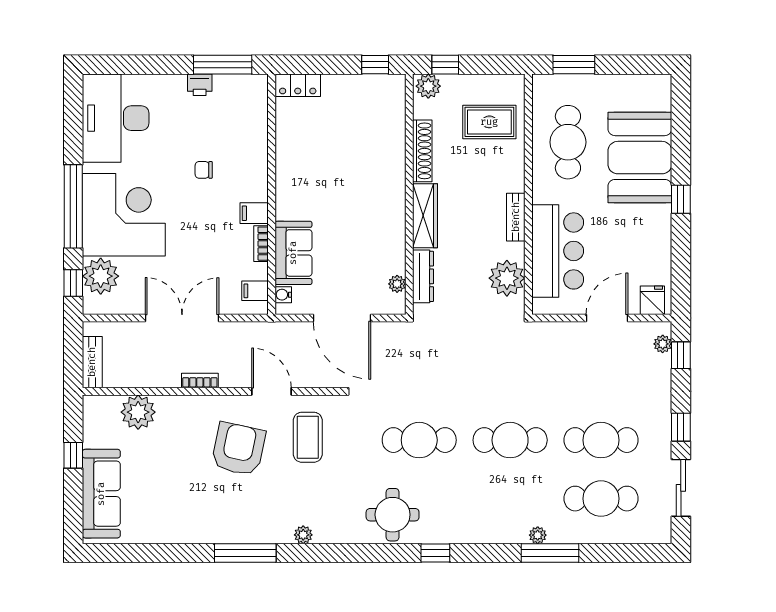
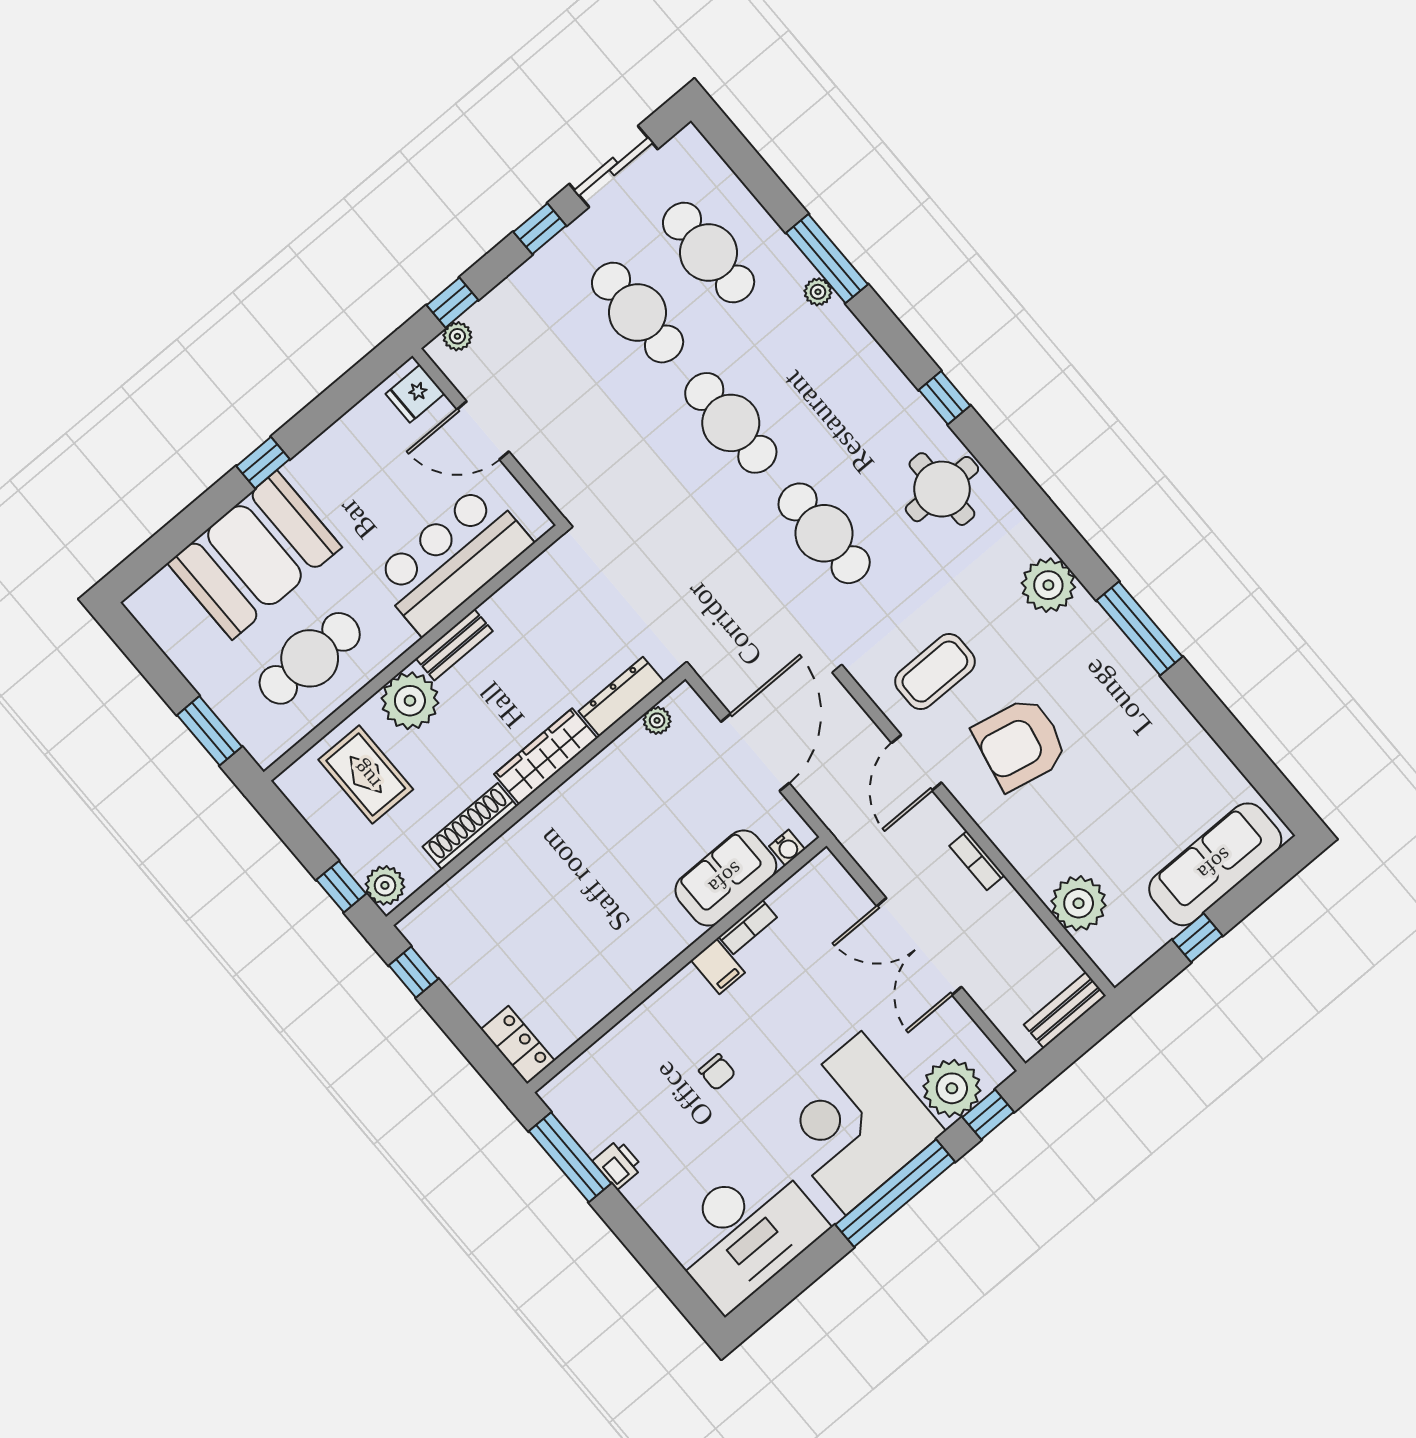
plant: (507, 278) -> (410, 701), moved
filing cabinet: (255, 291) -> (811, 886), removed
plant: (303, 535) -> (1048, 585), width x1.88, depth x1.88

